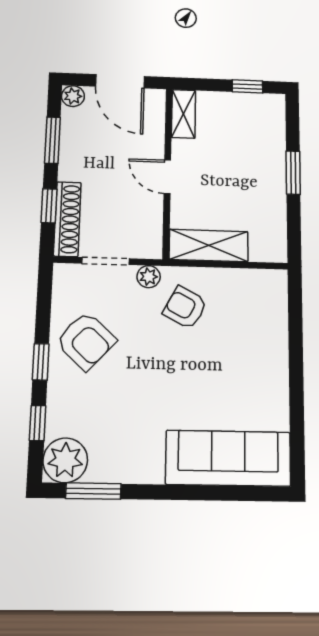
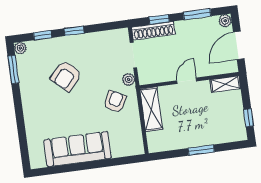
armchair: (86, 341) -> (66, 76), moved
sofa: (228, 458) -> (78, 149), moved, turned -90
plant: (65, 460) -> (20, 48), width x0.53, depth x0.53

